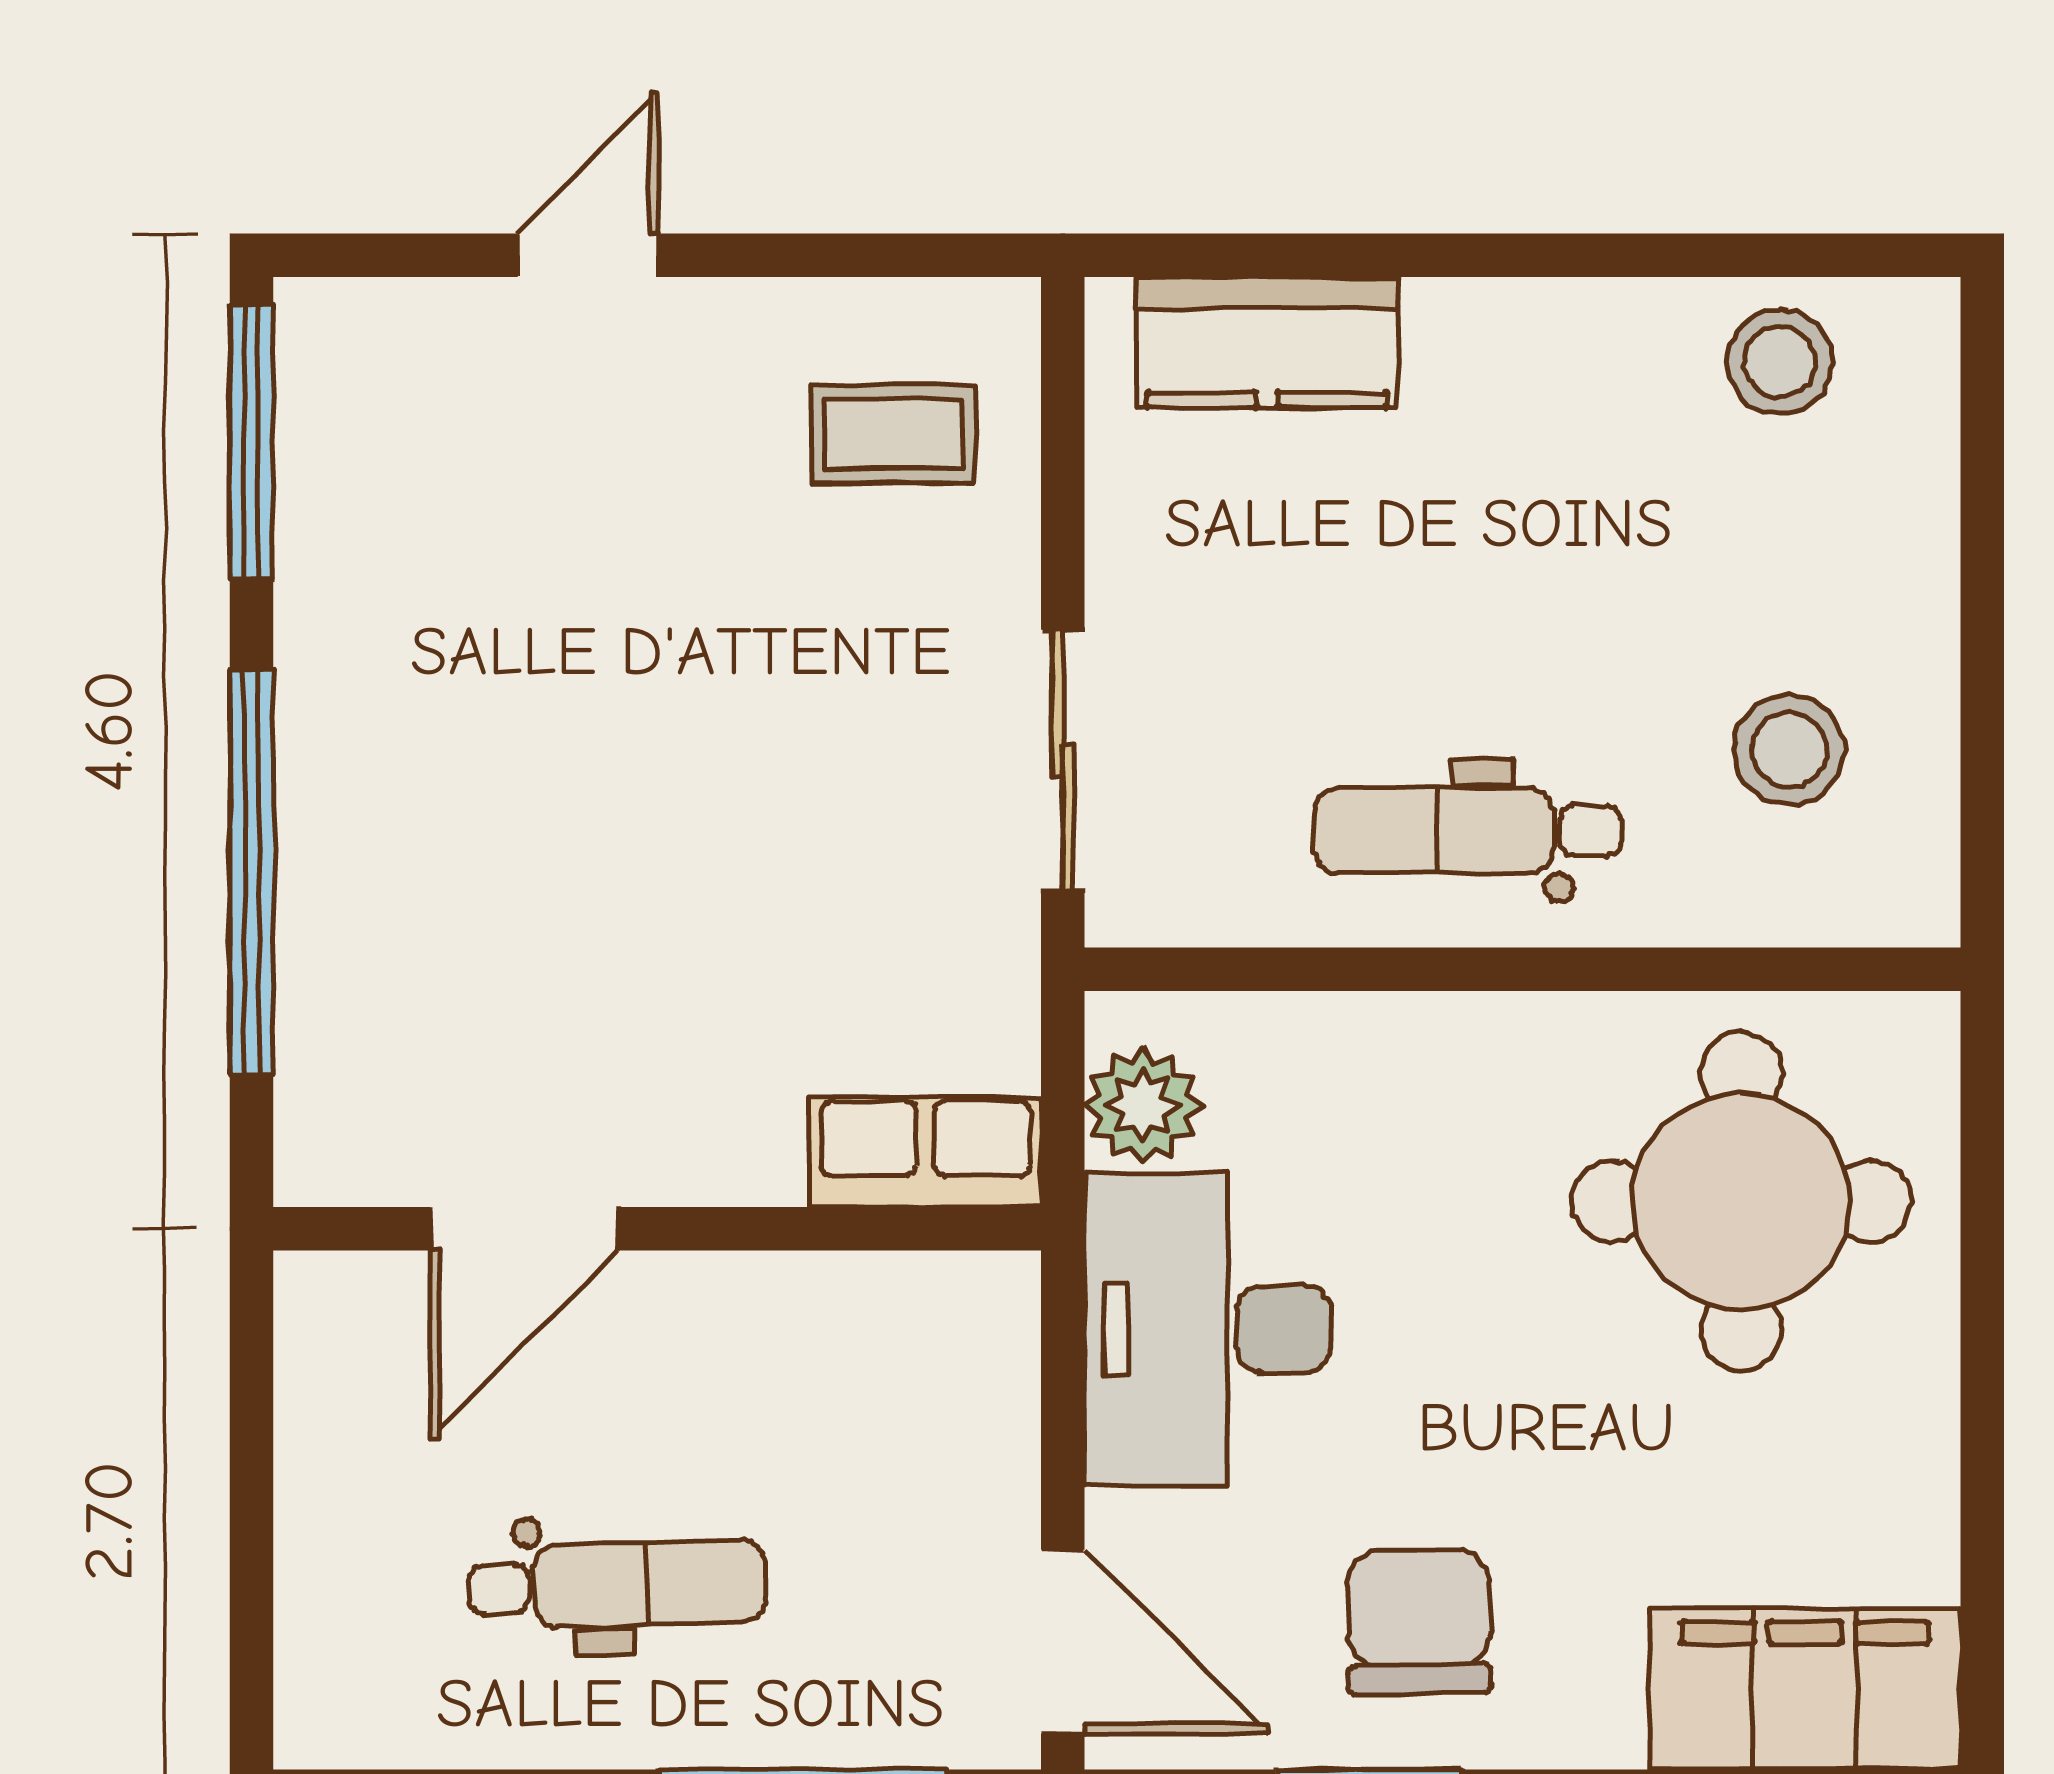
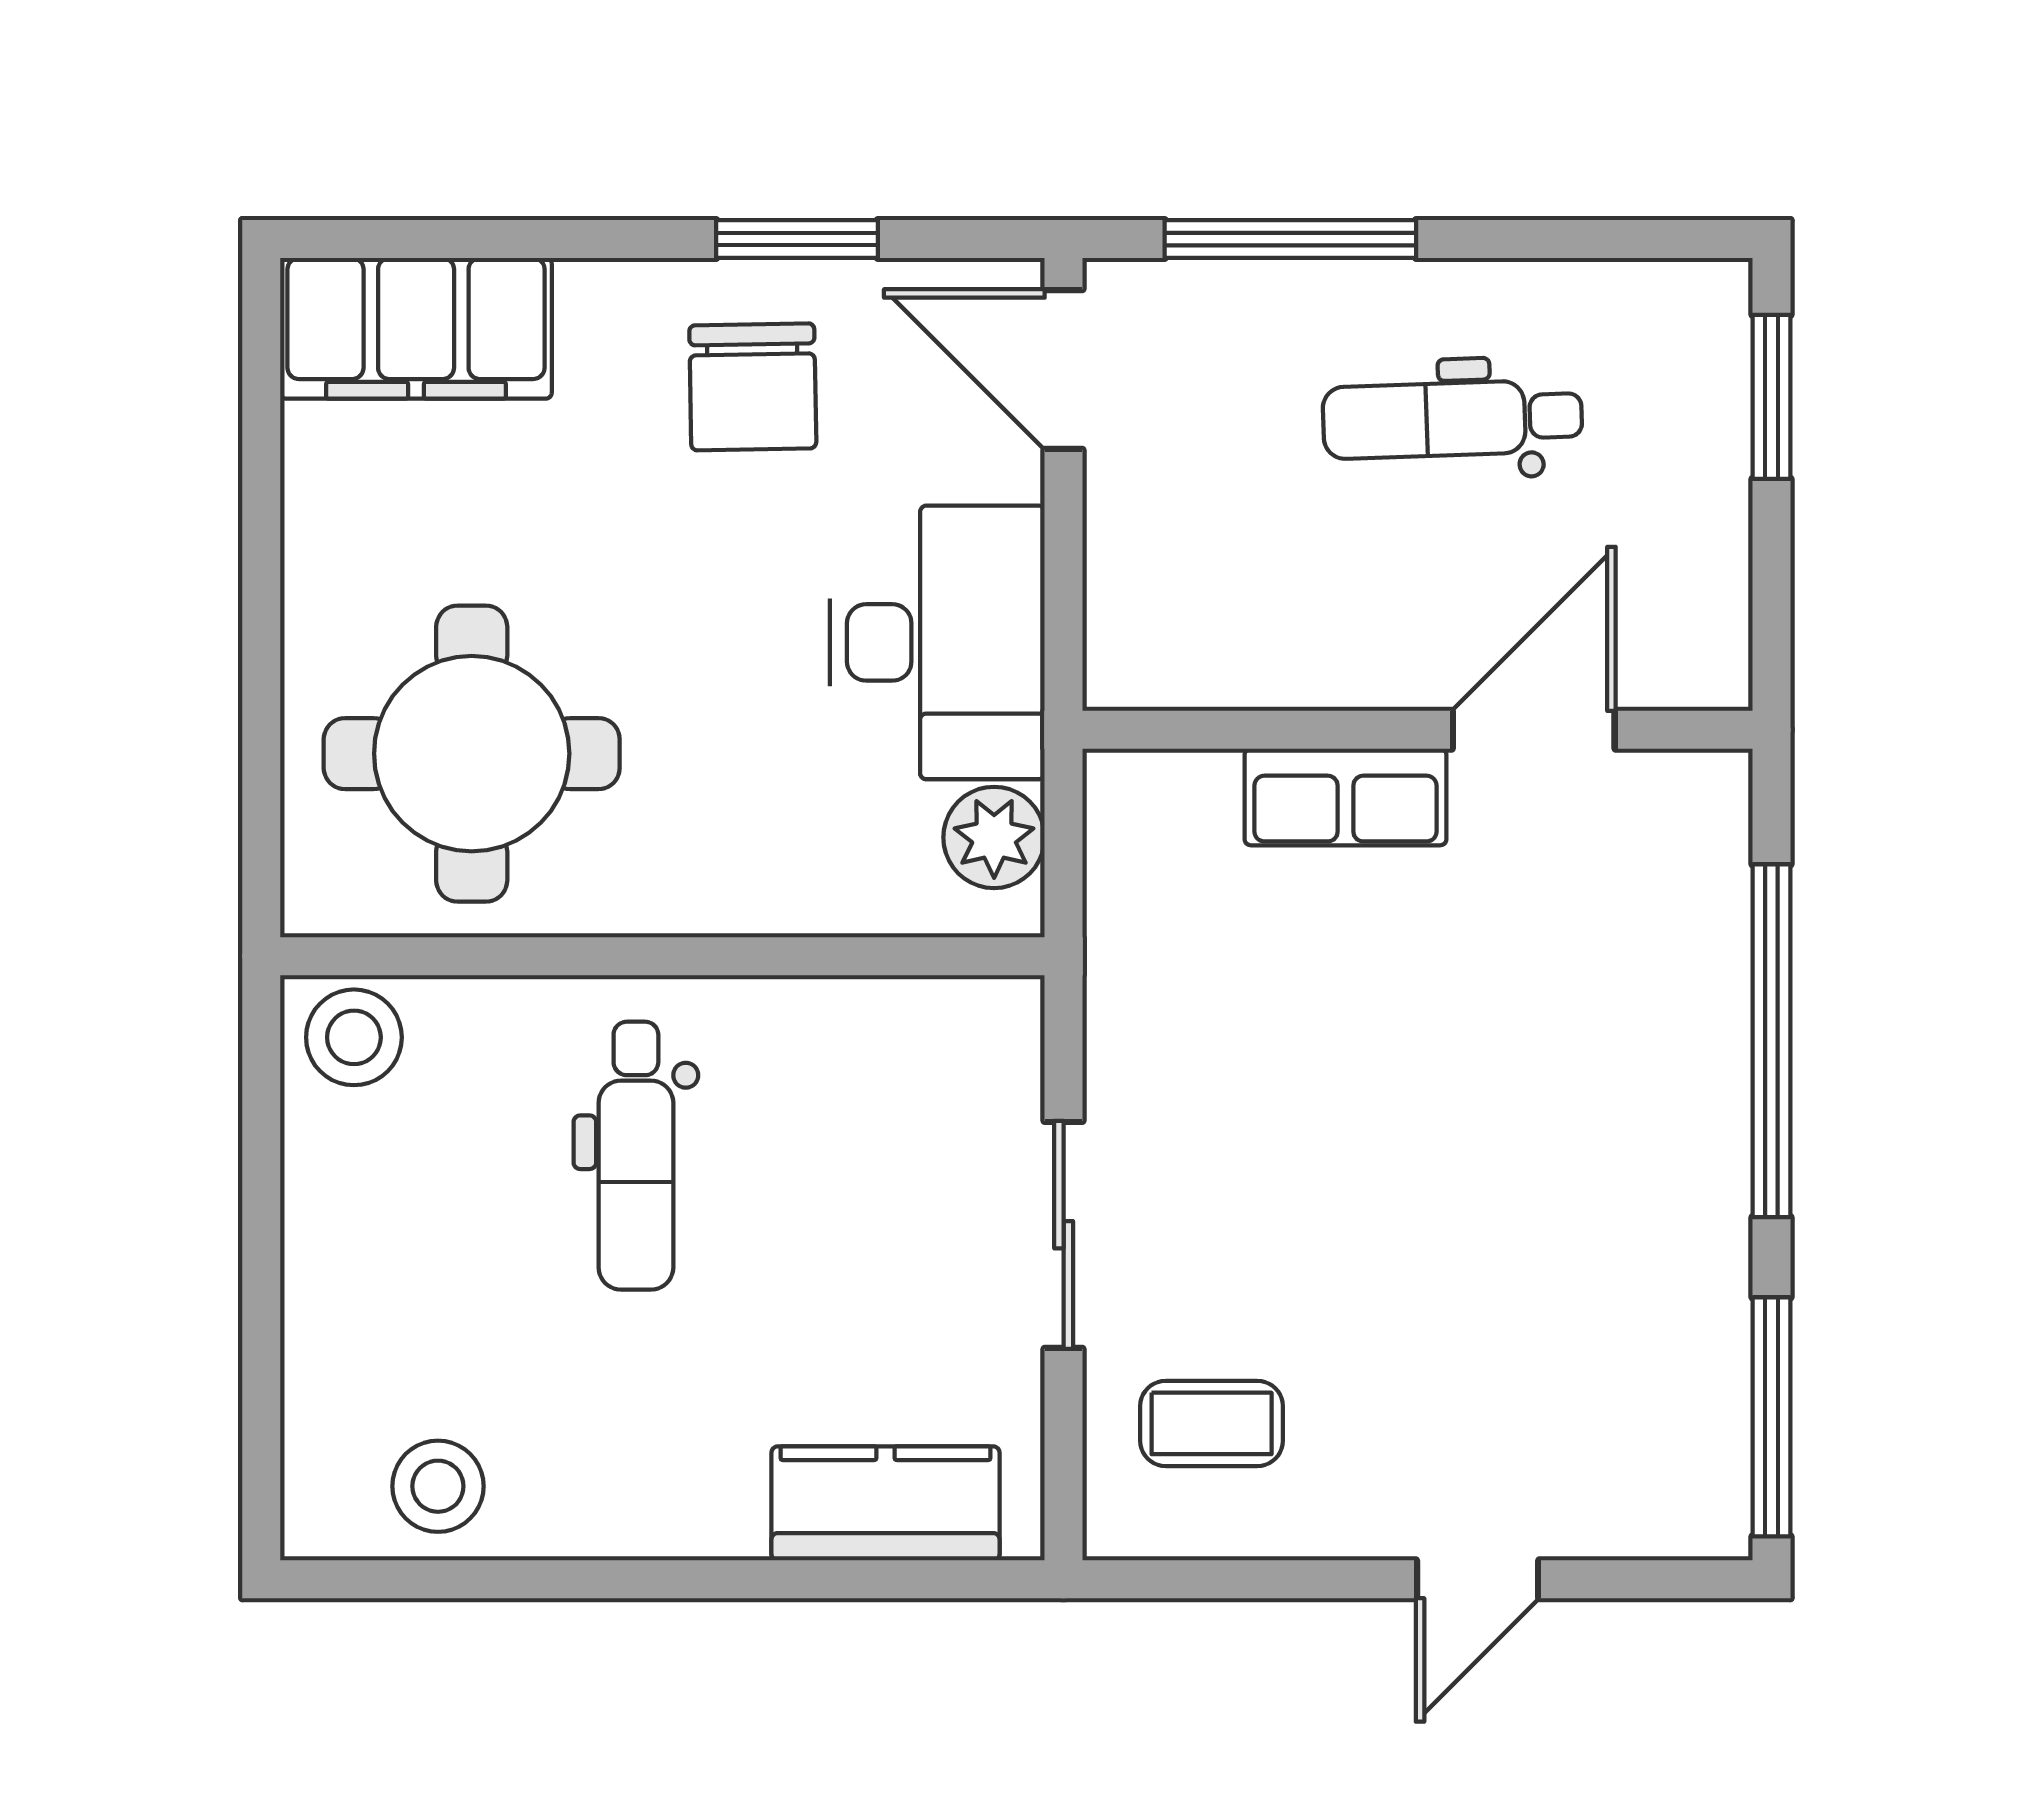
stool: (1789, 750) -> (354, 1037), moved
sliding door: (1063, 760) -> (1064, 1235), moved
dental chair: (1467, 830) -> (636, 1156), moved, turned 90
row of seats: (925, 1152) -> (1346, 797), moved
window: (252, 1610) -> (1771, 397), added

